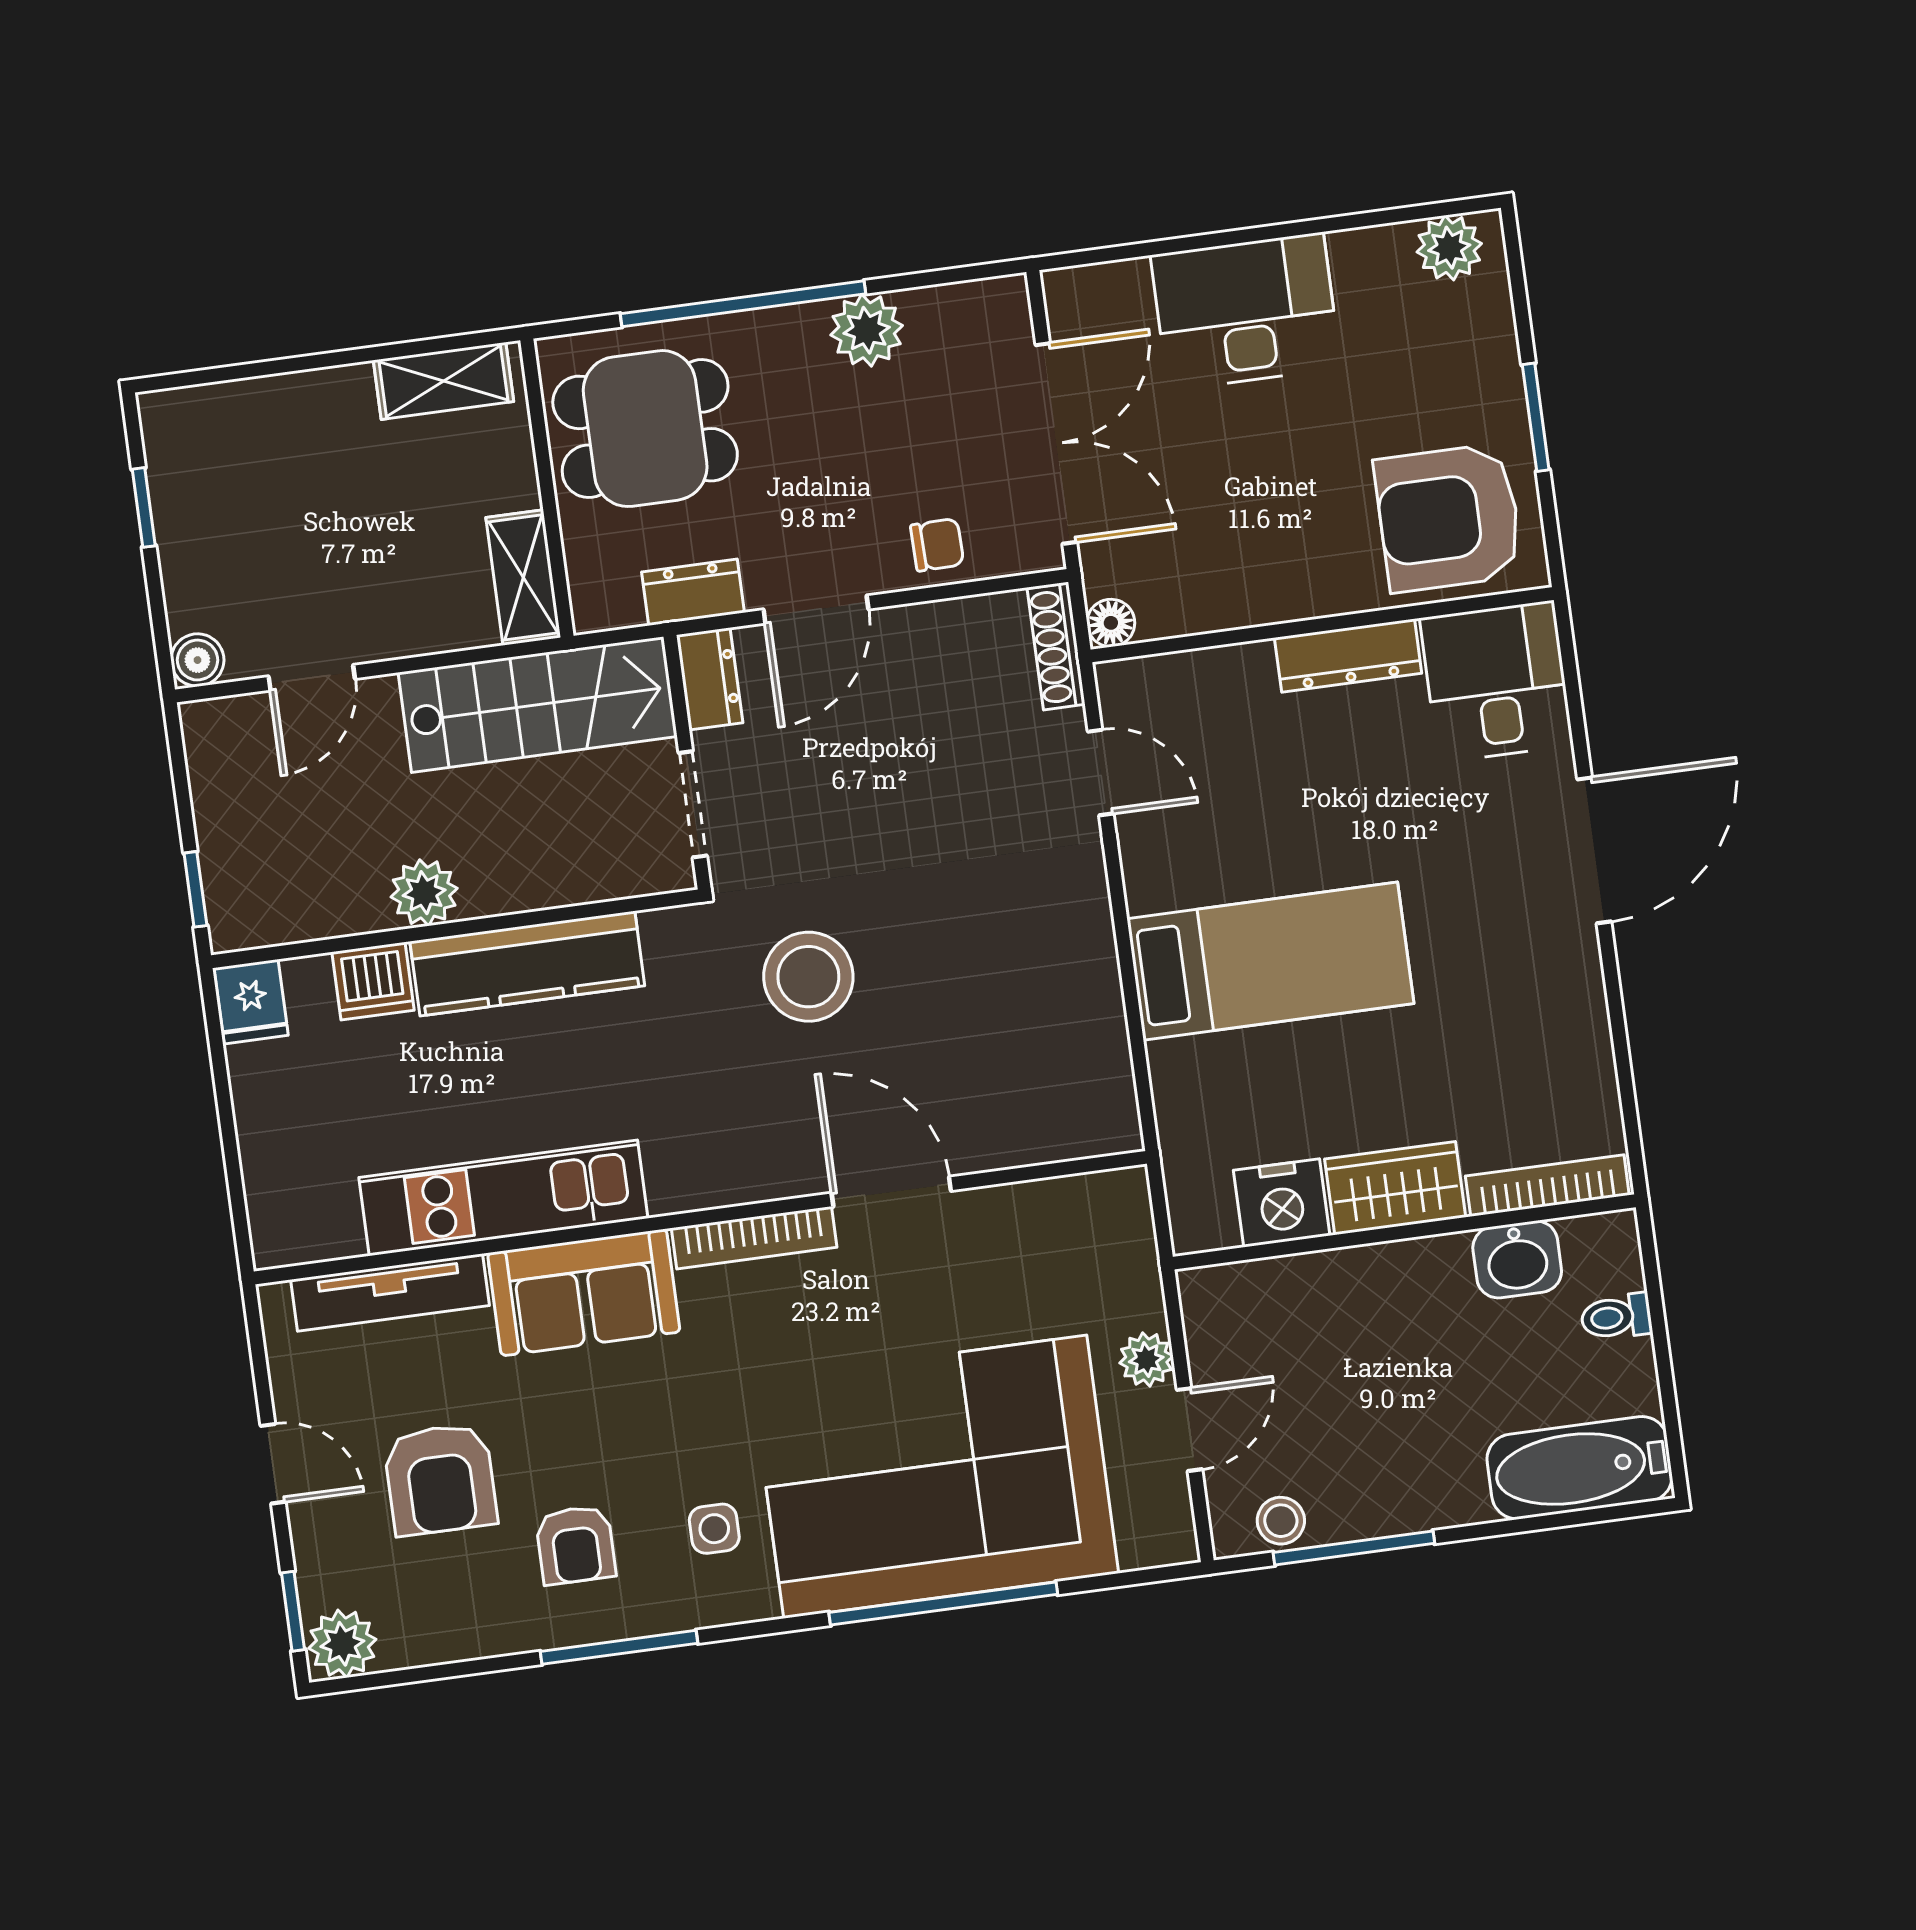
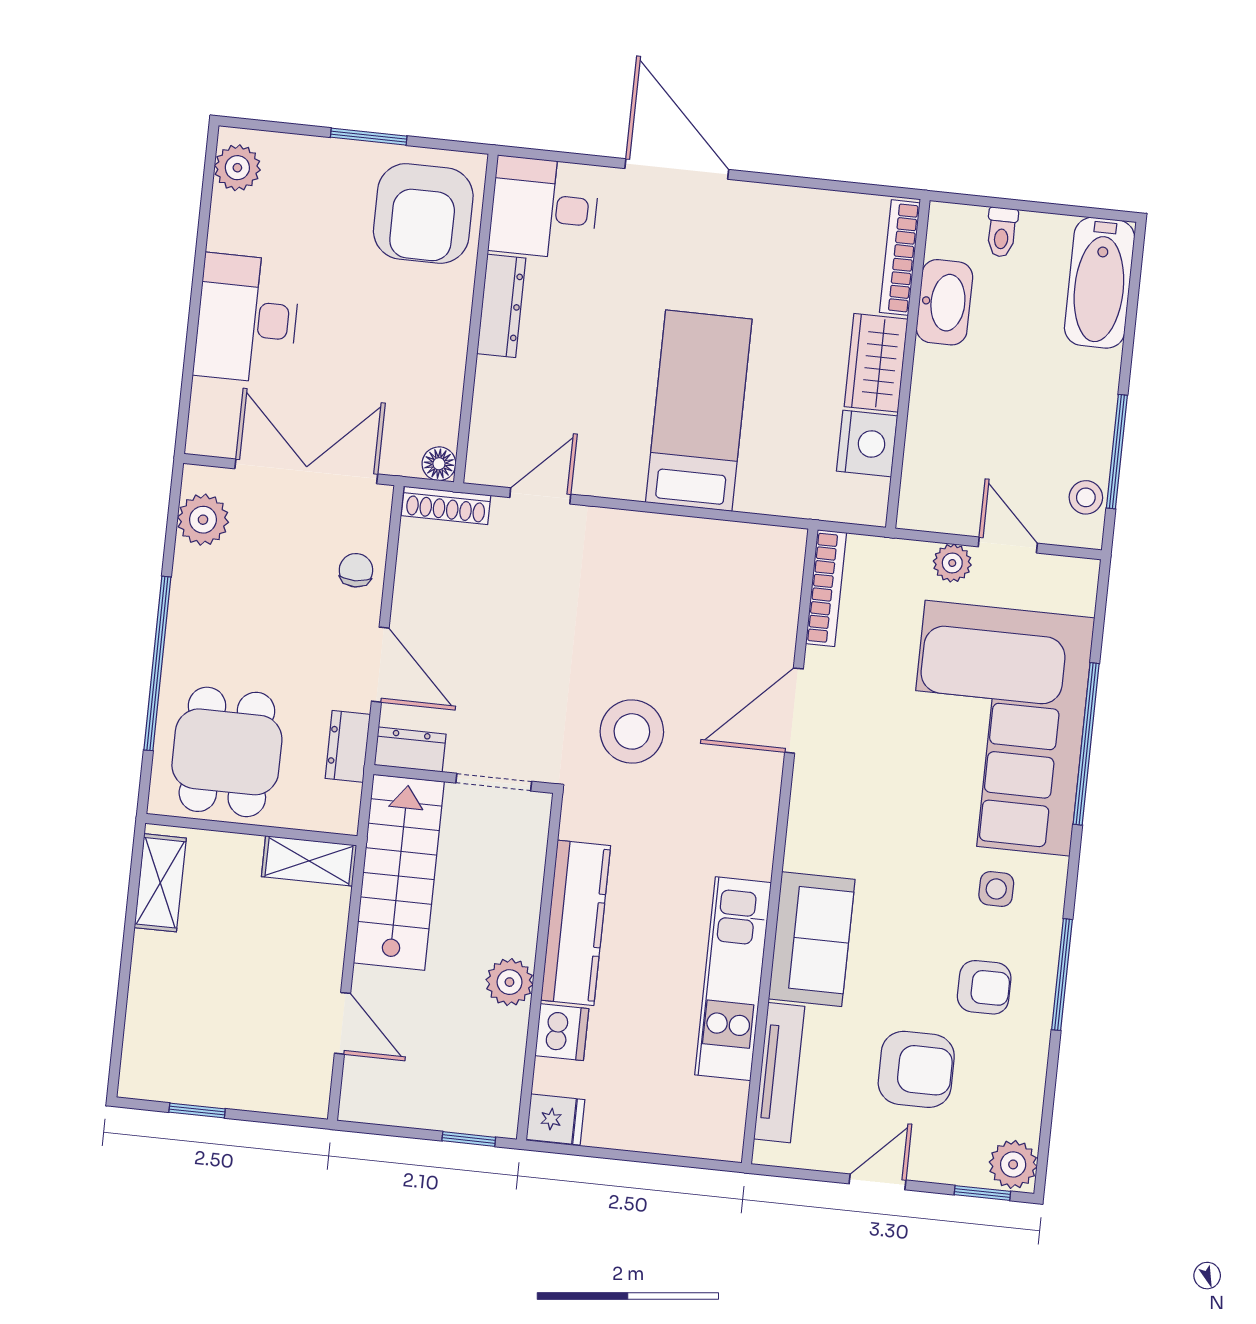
plant: (867, 330) -> (203, 520), moved
boiler: (197, 660) -> (311, 1099), removed
bookcase: (754, 1238) -> (826, 588), moved
washbasin: (1517, 1259) -> (944, 302), width x1.38

